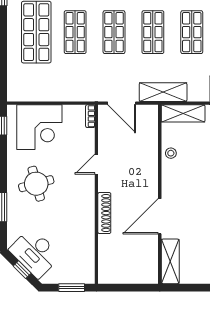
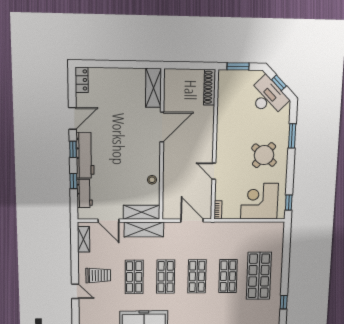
shelving: (163, 92) -> (144, 229), moved
door: (96, 164) -> (214, 171), swing flipped
round table: (36, 184) -> (264, 155), turned -35
shoe rack: (104, 213) -> (210, 87), moved

